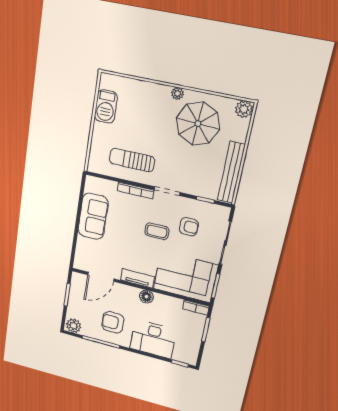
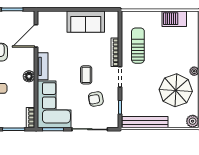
armchair: (189, 227) -> (96, 99), turned 80
door: (101, 277) -> (36, 36), hinge flipped

